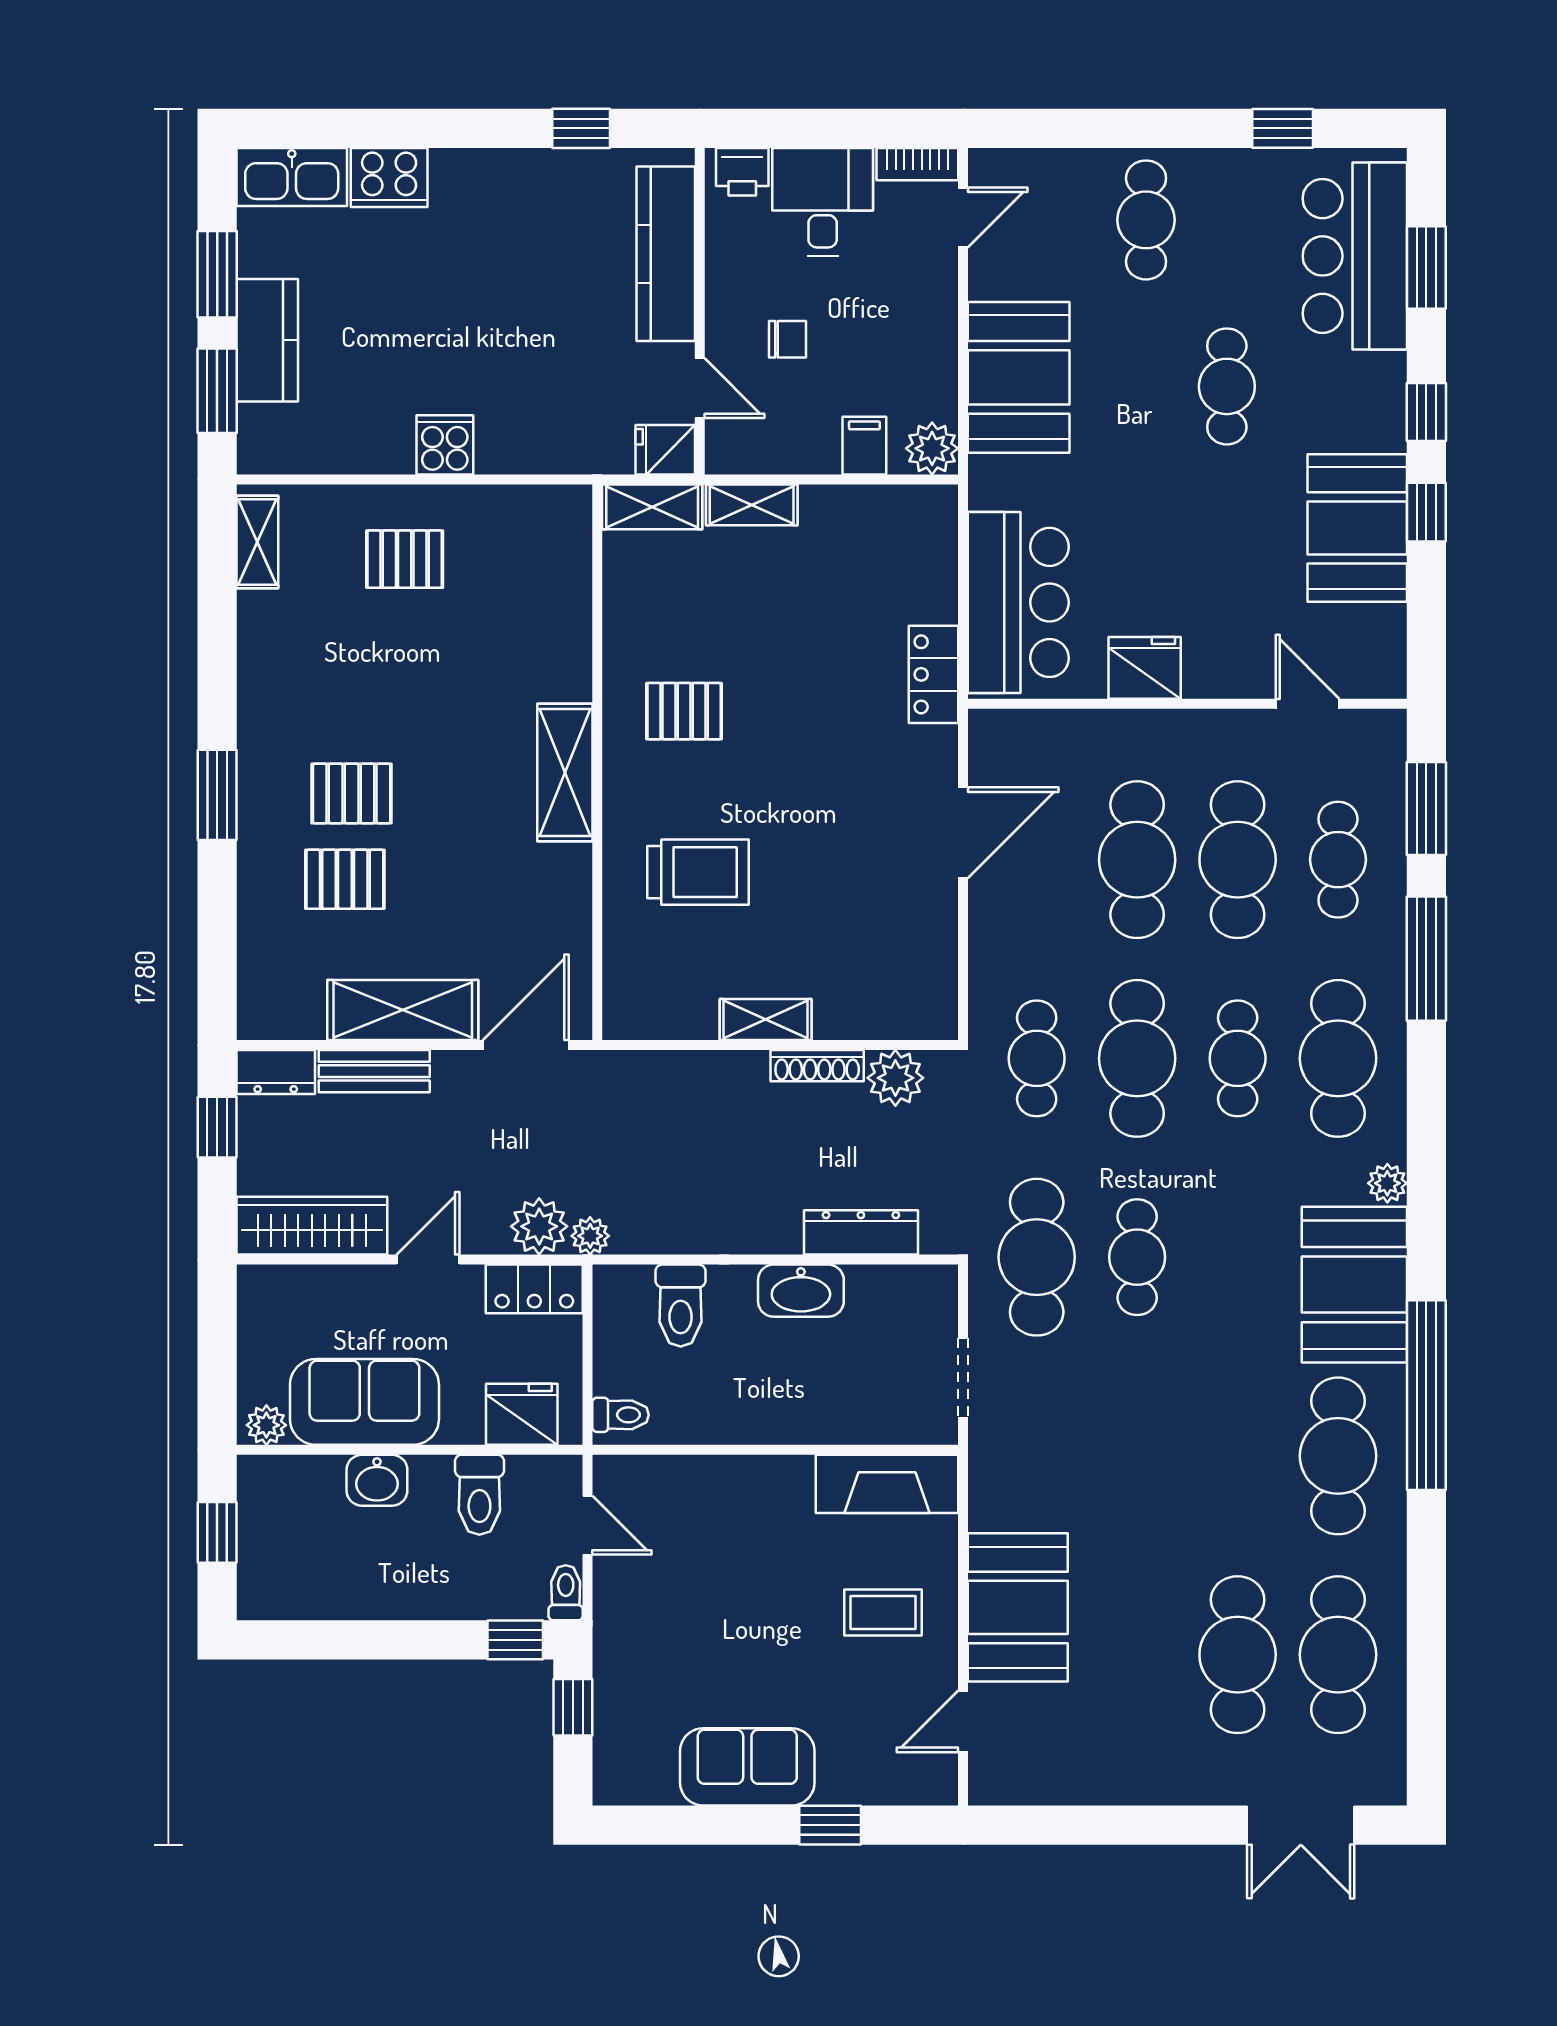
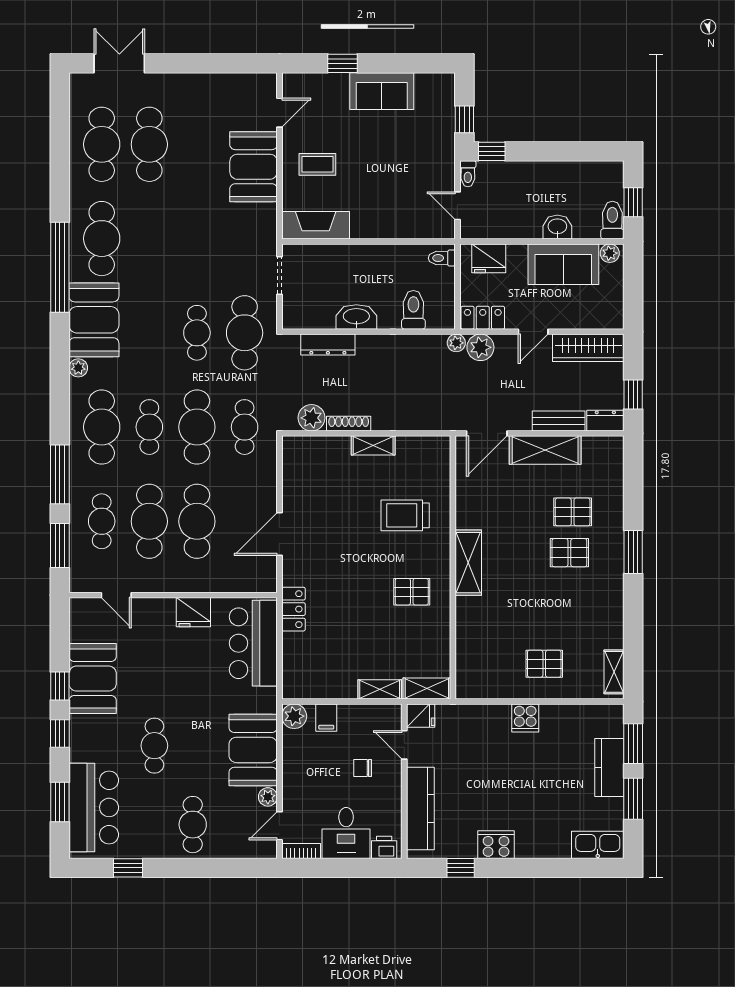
cooker: (389, 177) -> (496, 845), moved
plant: (988, 278) -> (268, 797), added
toilet: (479, 1495) -> (612, 220), moved

